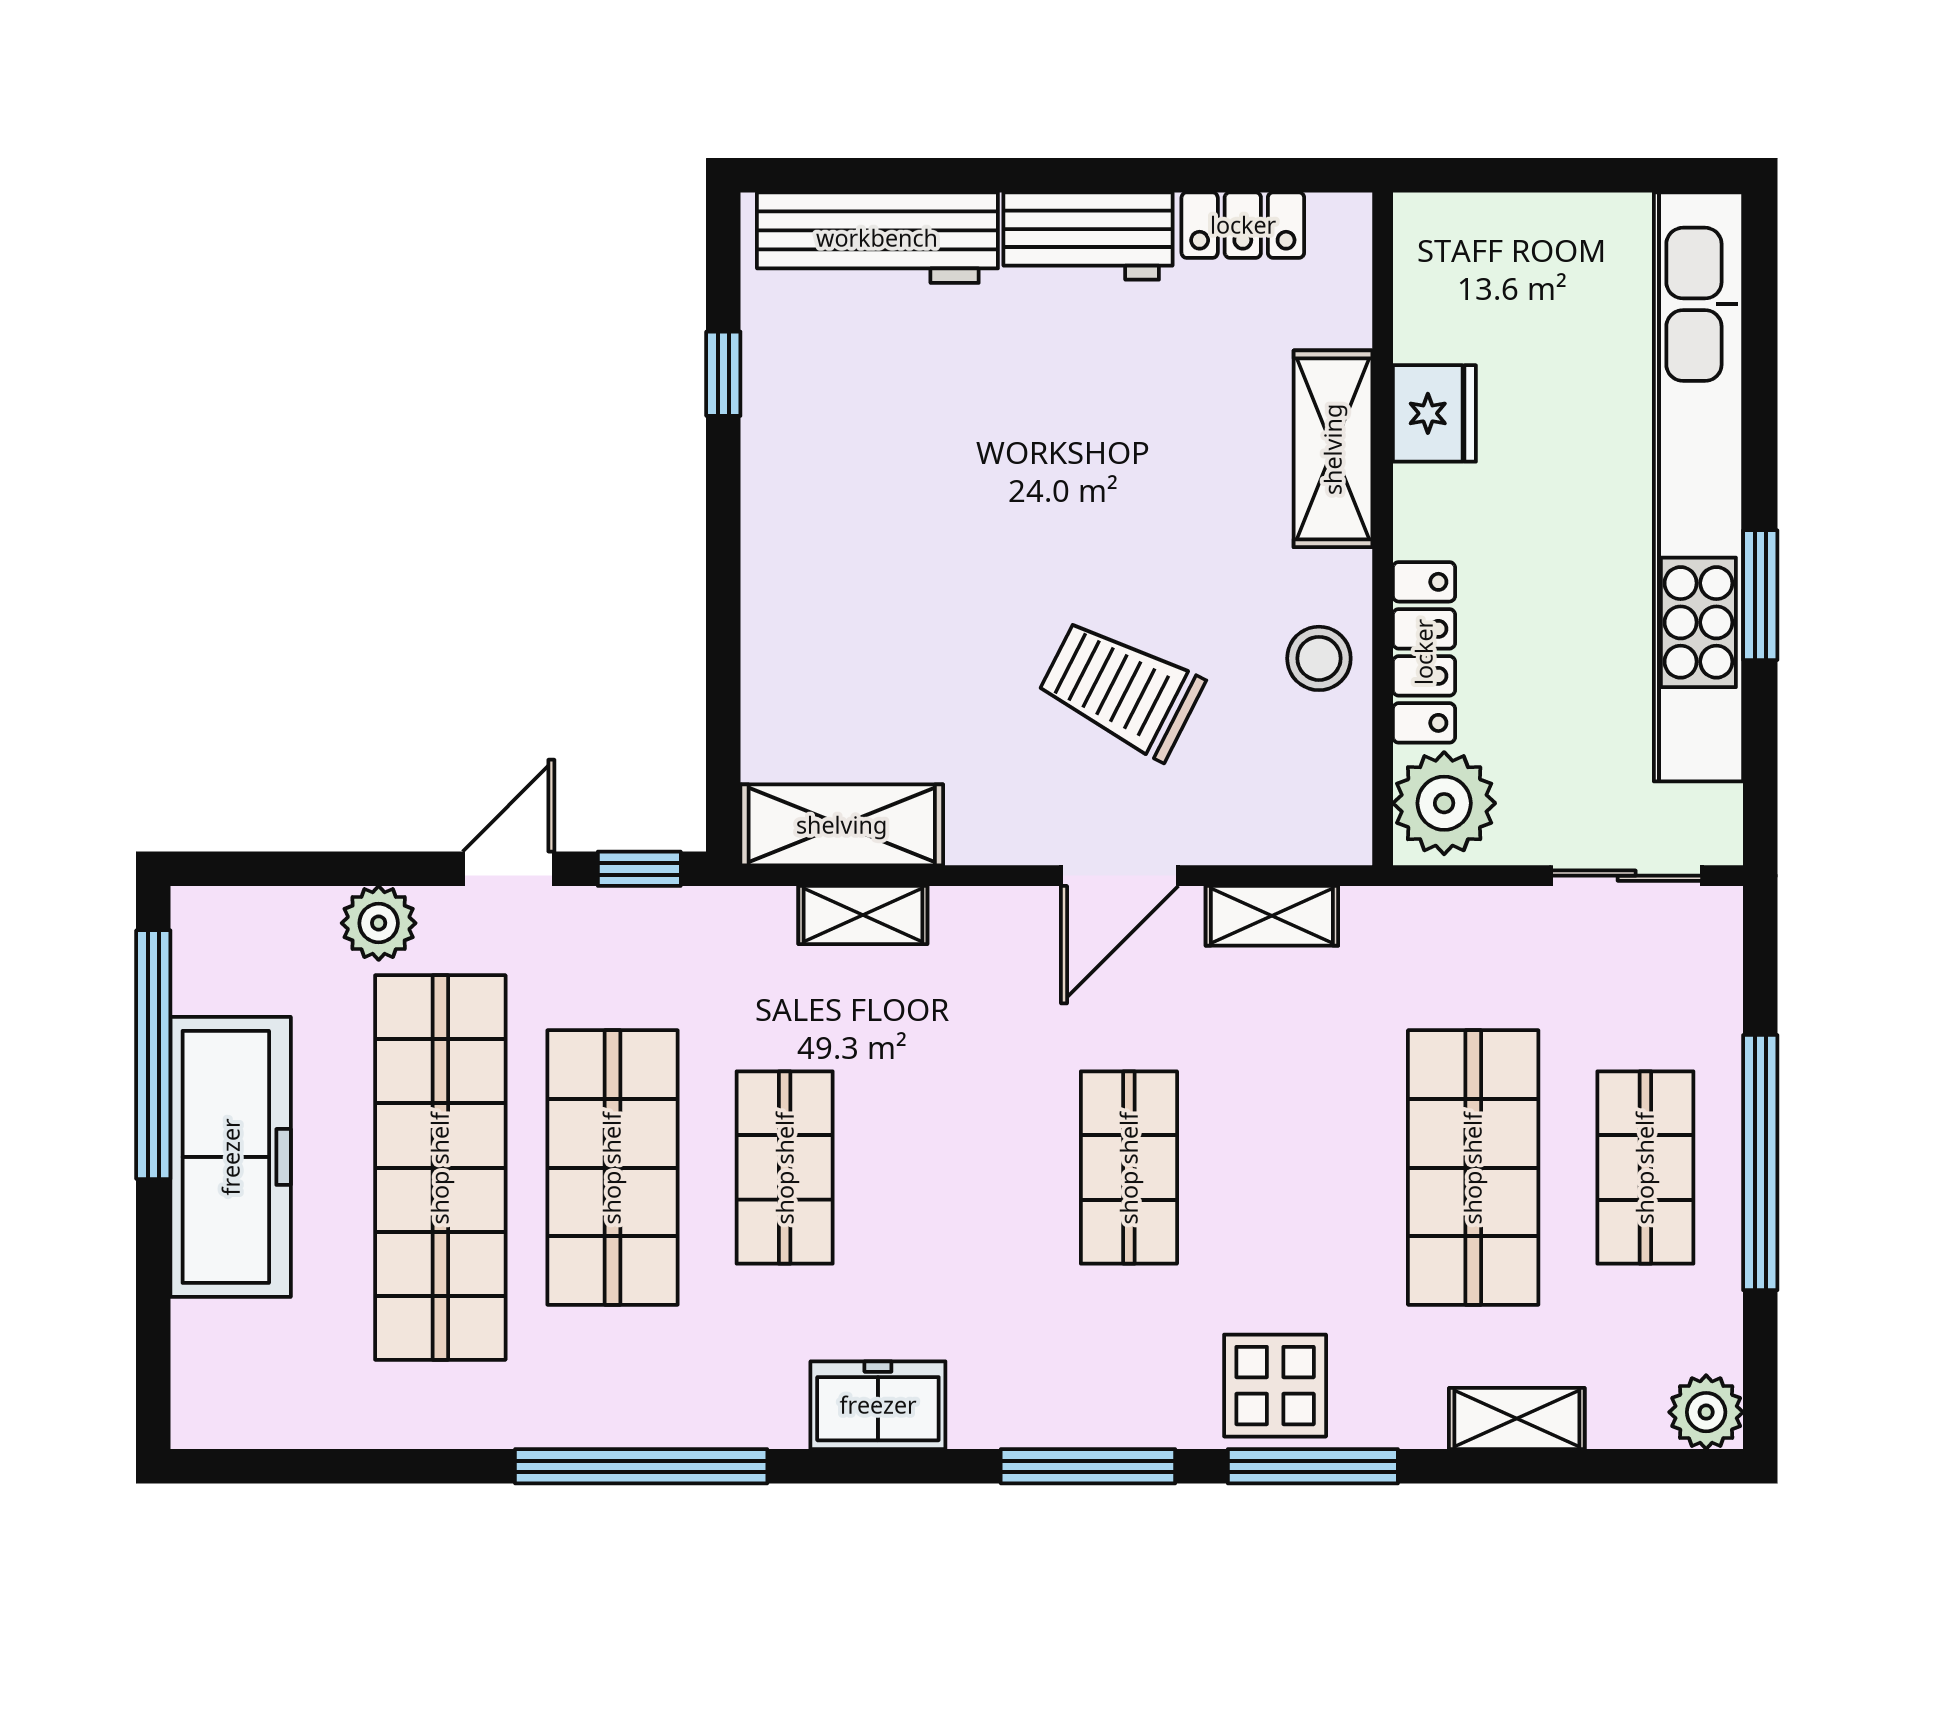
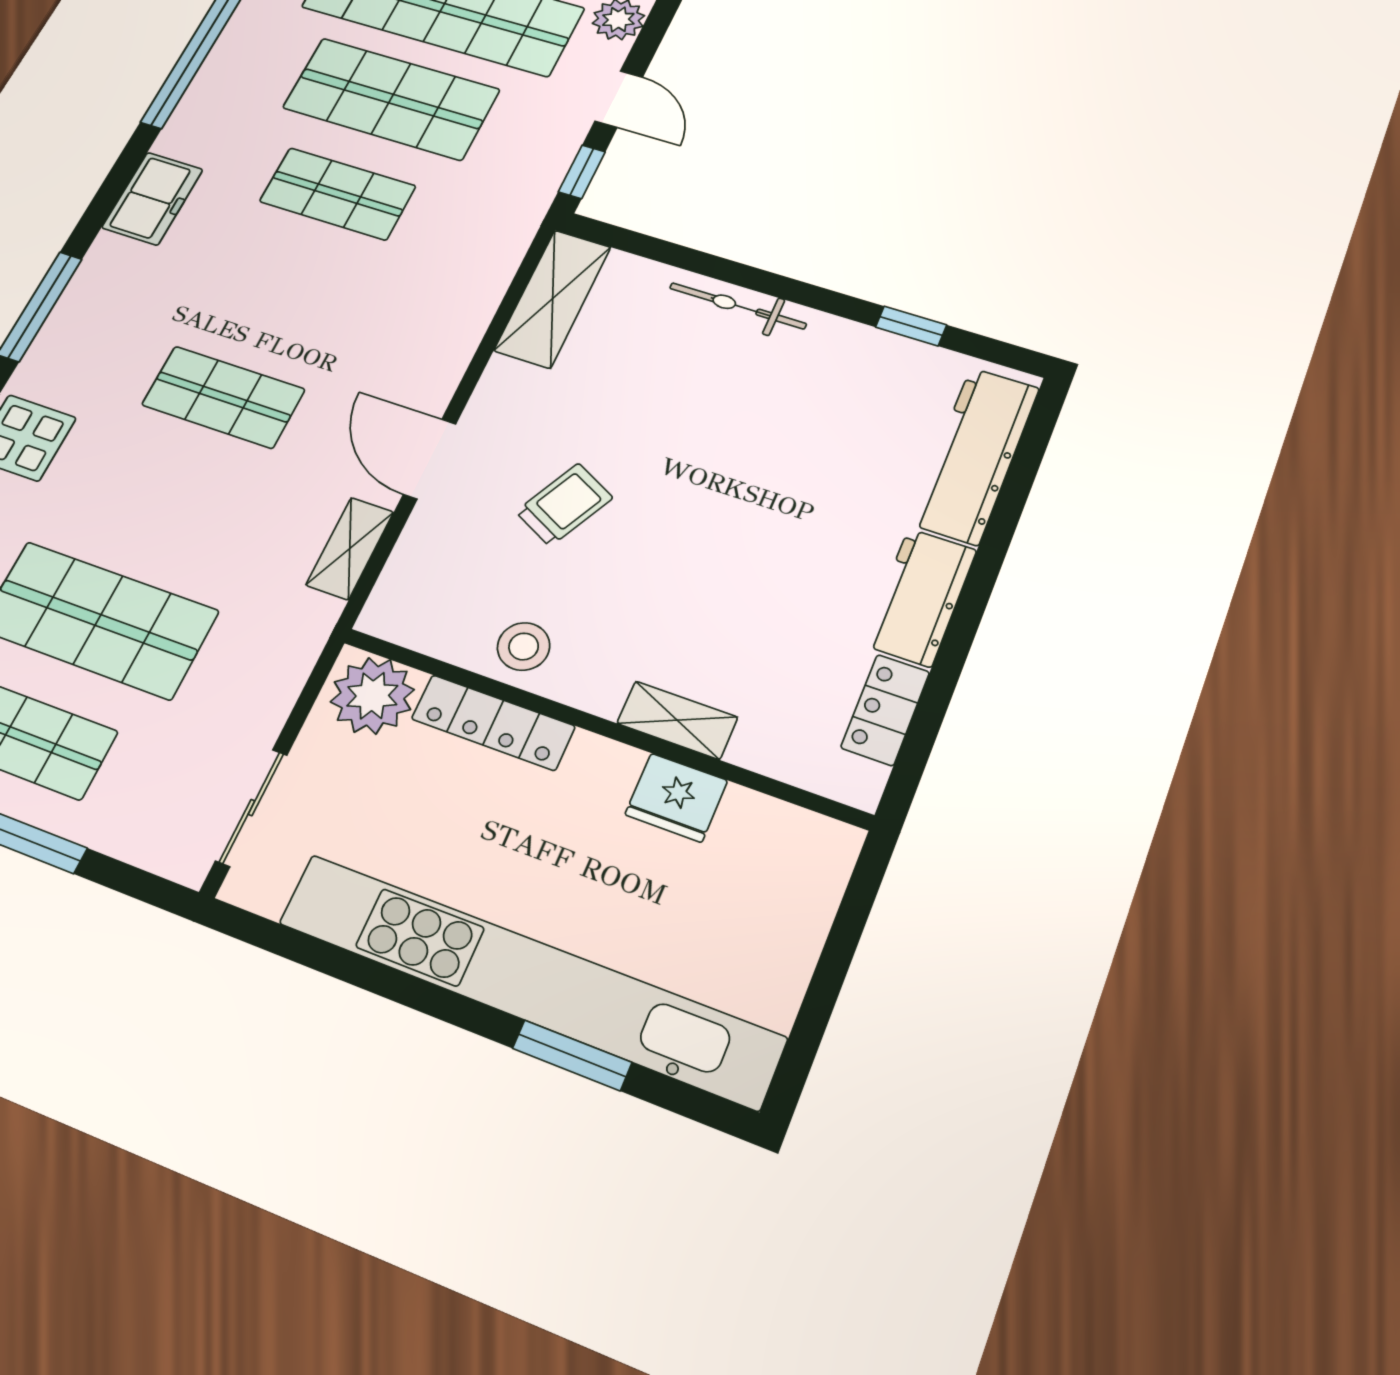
shelving: (1333, 449) -> (677, 720), width x0.67, depth x0.75
bicycle: (770, 593) -> (738, 306), added
window: (1760, 595) -> (572, 1055), moved
trolley: (1121, 689) -> (564, 505), width x0.73, depth x0.72
shelving: (863, 915) -> (484, 292), removed

